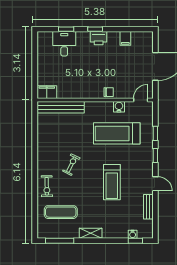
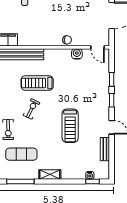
door: (141, 100) -> (98, 47), swing flipped
treadmill: (117, 133) -> (37, 83), moved, width x0.73, depth x0.73

